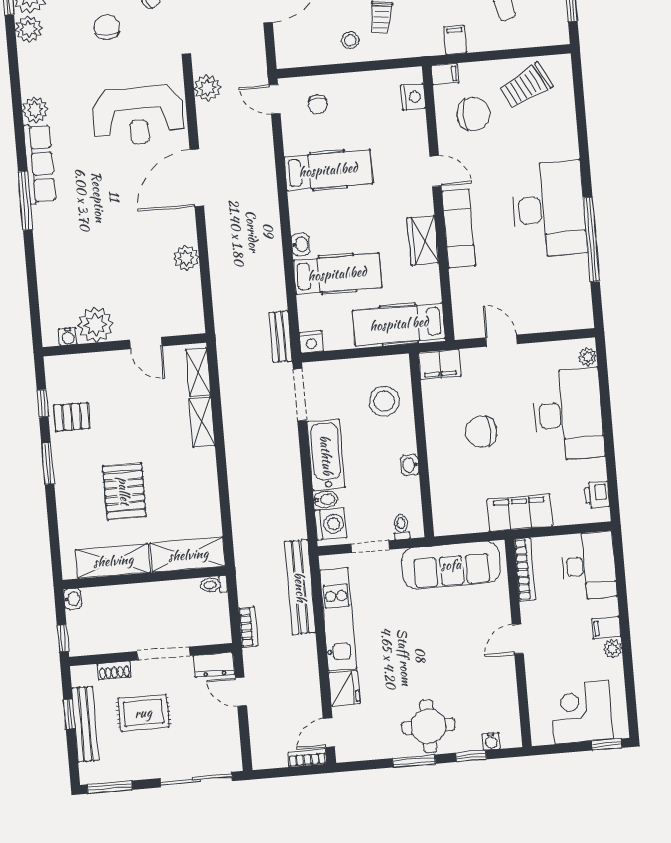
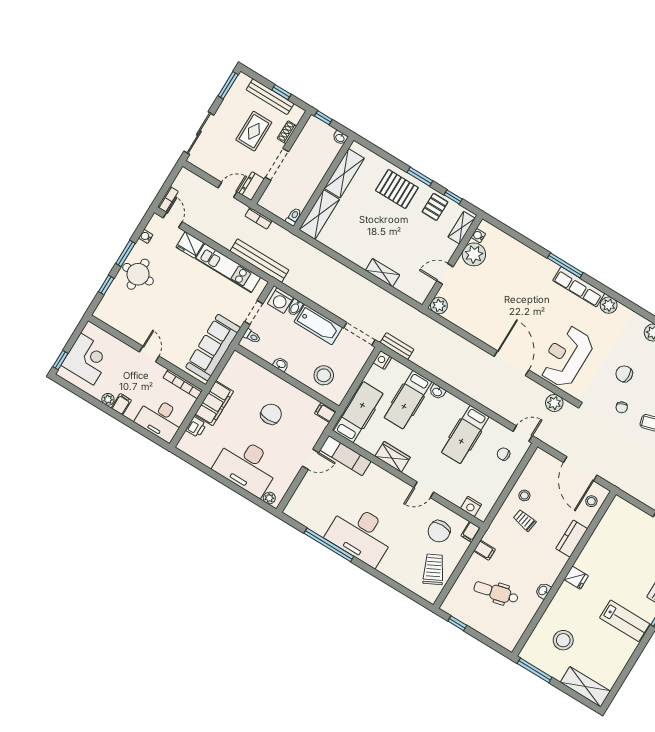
chair: (107, 27) -> (624, 374), turned 180
exam couch: (459, 228) -> (345, 456), moved
plant: (186, 258) -> (439, 306), moved
filing cabinet: (440, 364) -> (325, 413), width x0.50
shelving: (198, 372) -> (462, 228), moved, turned 90
pallet: (124, 491) -> (397, 189), moved
printer: (597, 495) -> (196, 427), moved, turned 90
water cooler: (491, 741) -> (146, 236), moved

